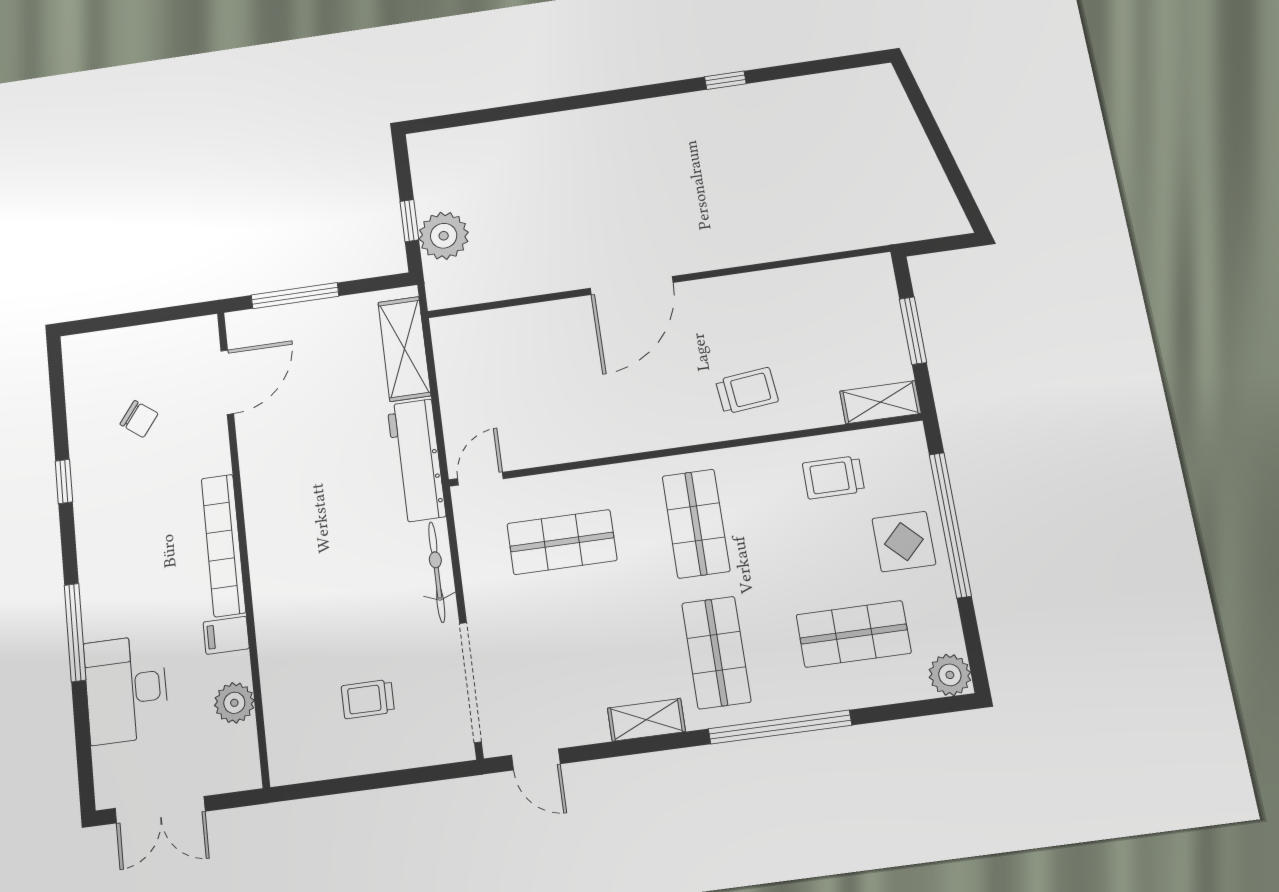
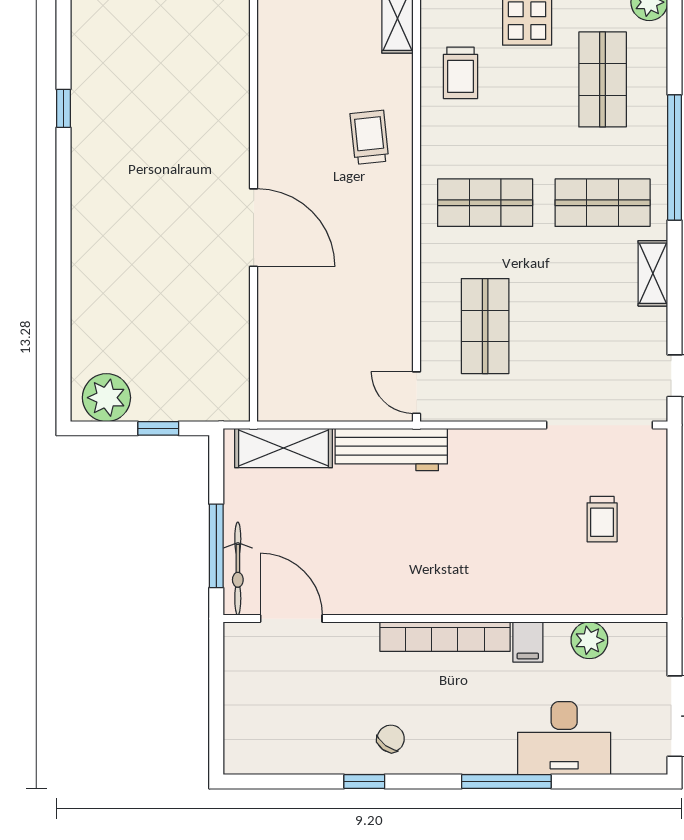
plant: (444, 236) -> (106, 398), moved
chair: (139, 419) -> (391, 739), moved
bicycle: (437, 572) -> (238, 569), moved, turned -90

